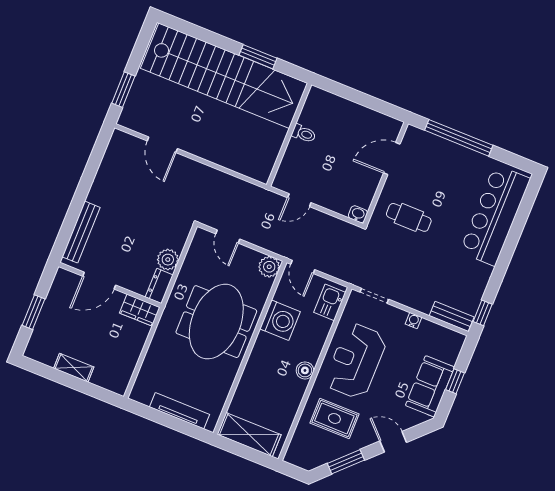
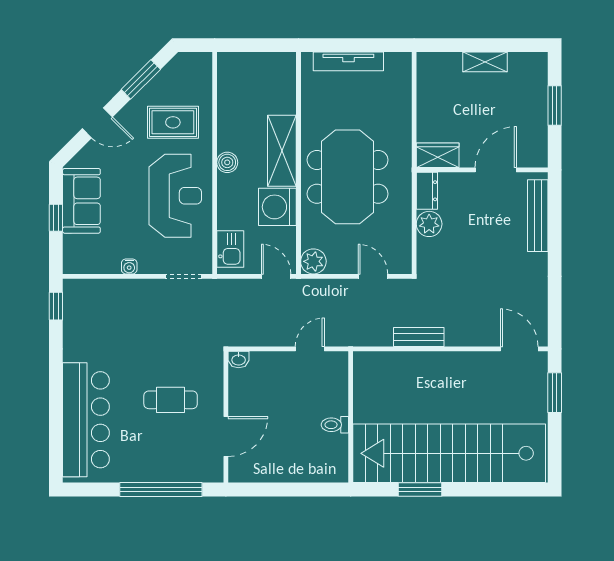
door: (162, 145) -> (519, 349), moved
cafe table: (409, 217) -> (171, 400), moved
bench: (452, 316) -> (419, 337), moved
shelving: (249, 435) -> (282, 151), moved, turned 90

